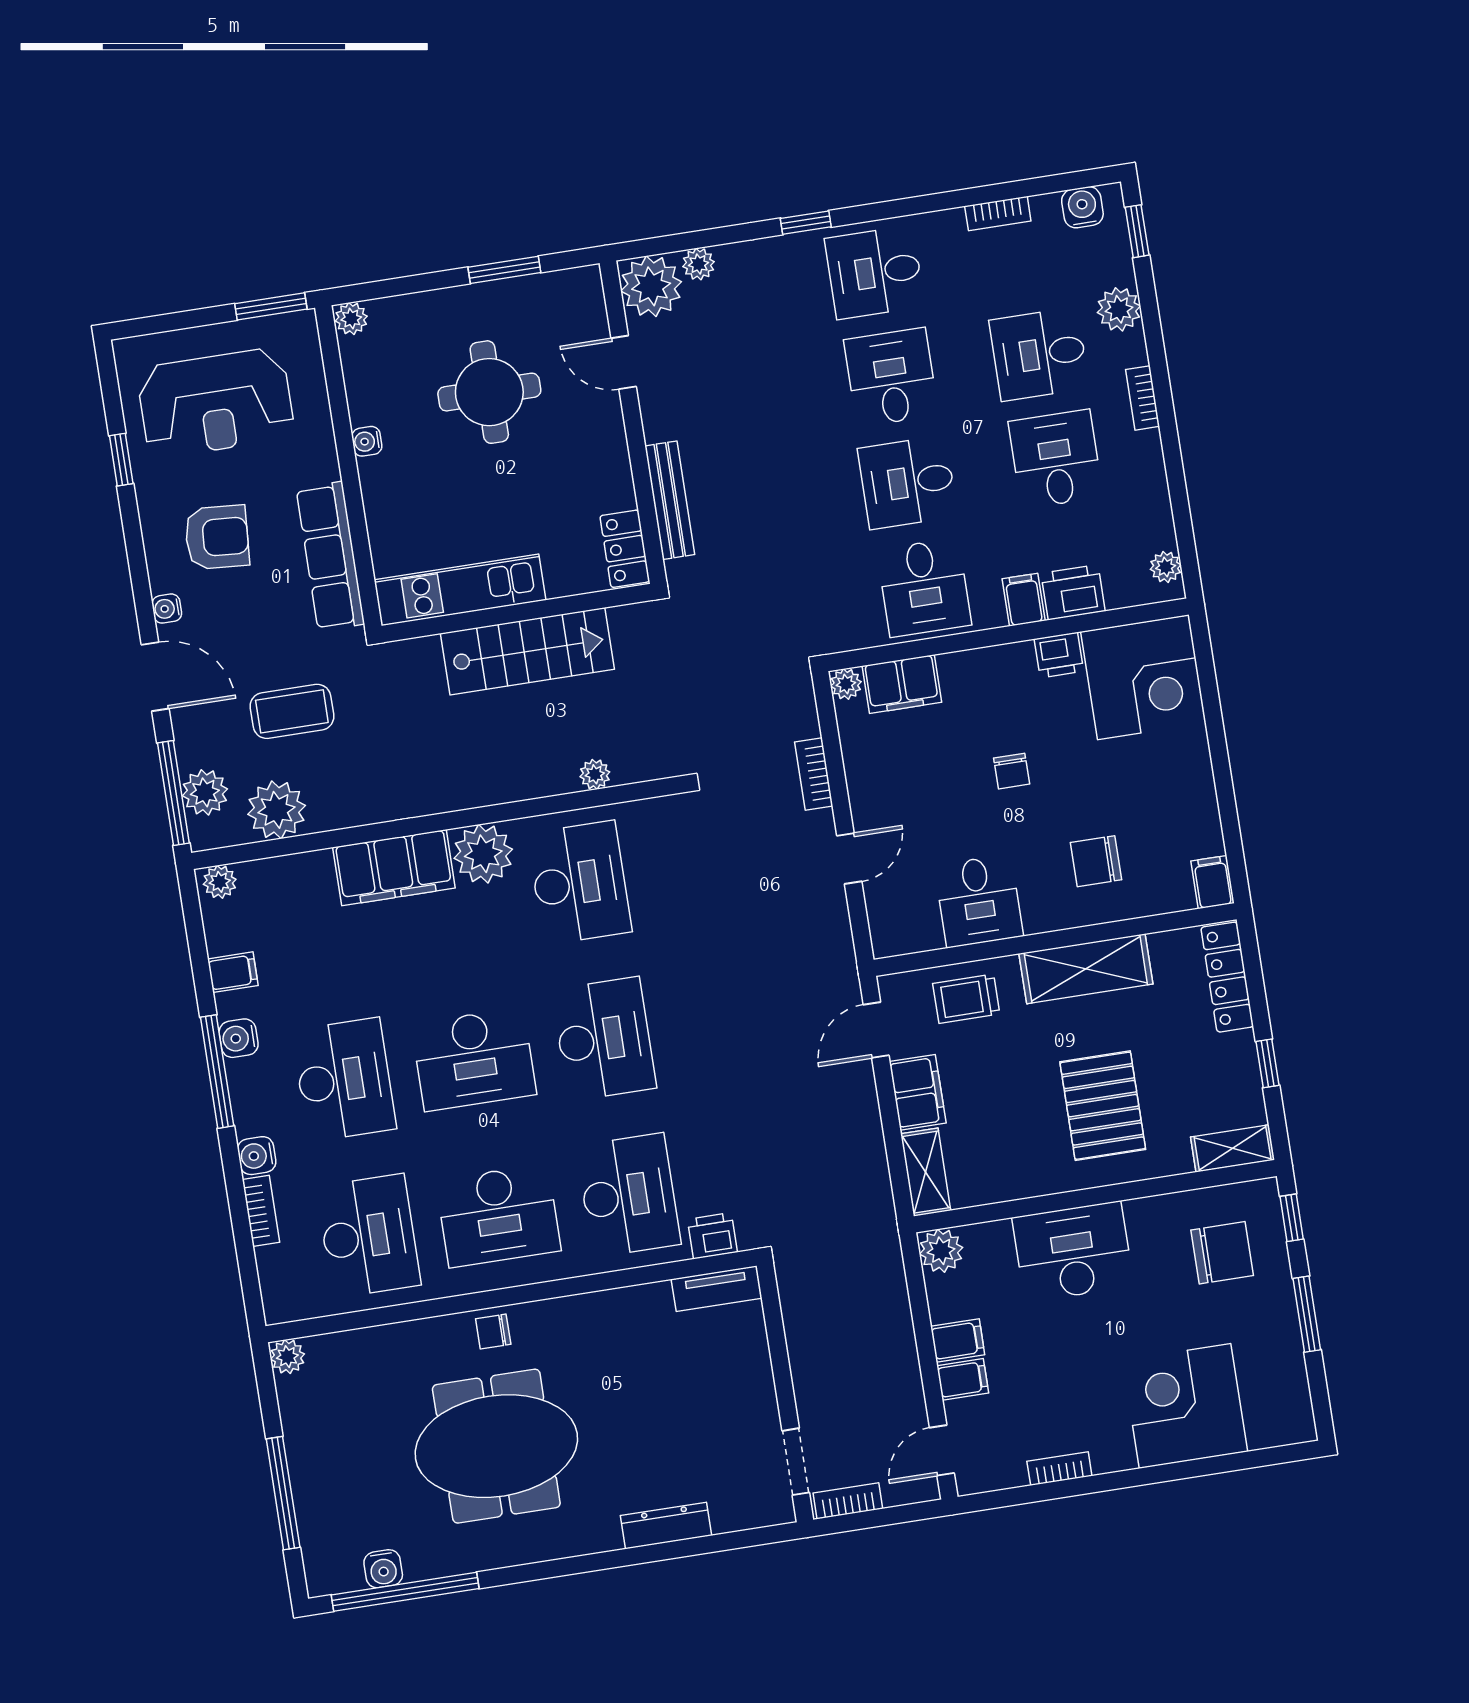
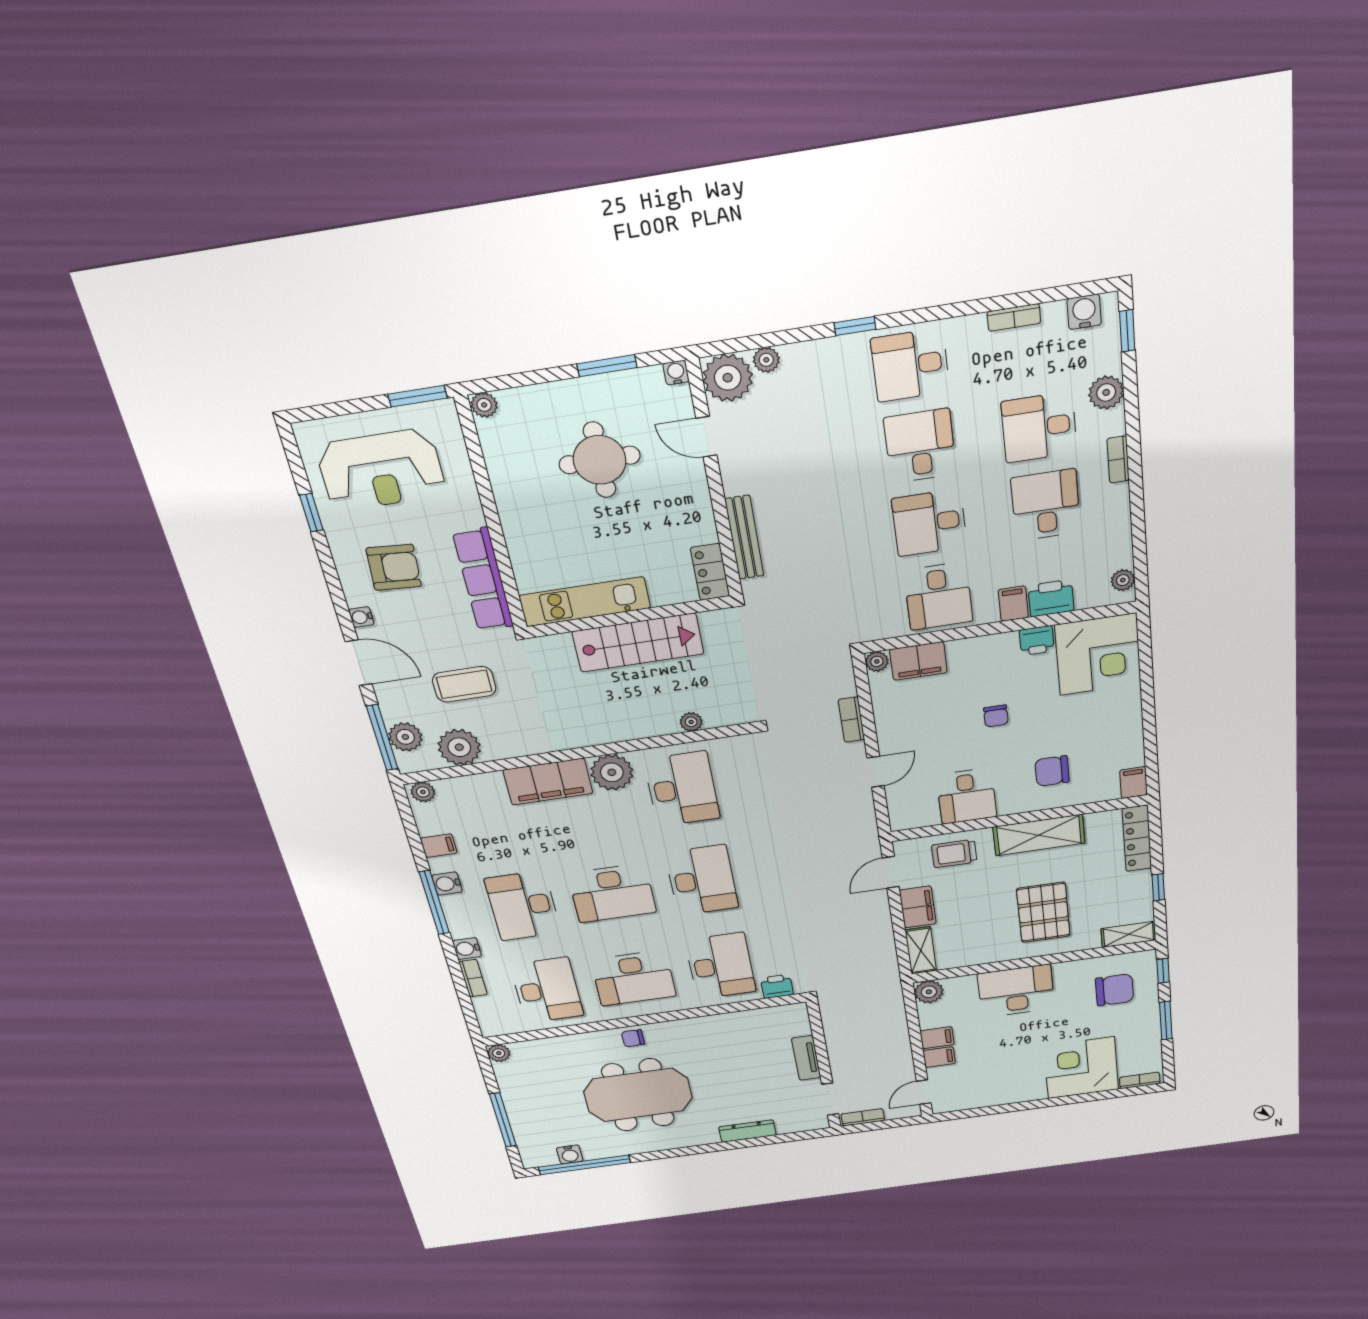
water cooler: (367, 441) -> (676, 373), moved, turned 90
desk: (344, 1080) -> (523, 906), turned 180
tv unit: (717, 1289) -> (806, 1058), moved, turned 90
bookcase: (1059, 1469) -> (1140, 1080), moved

